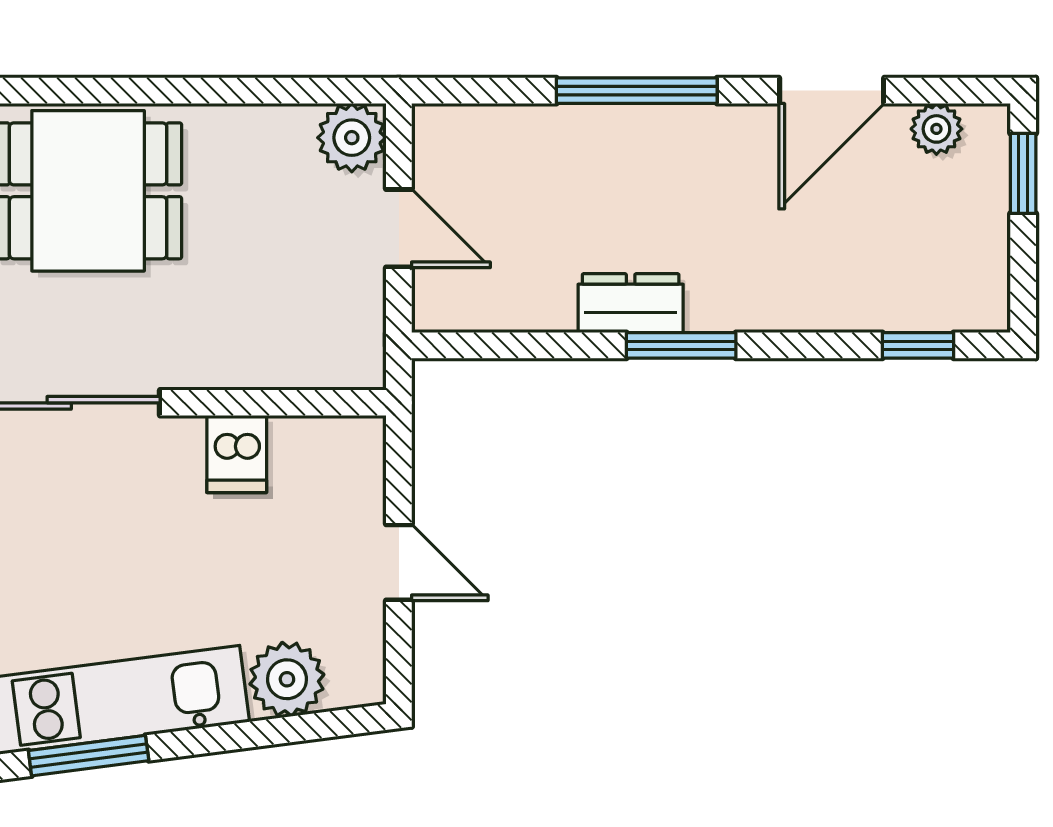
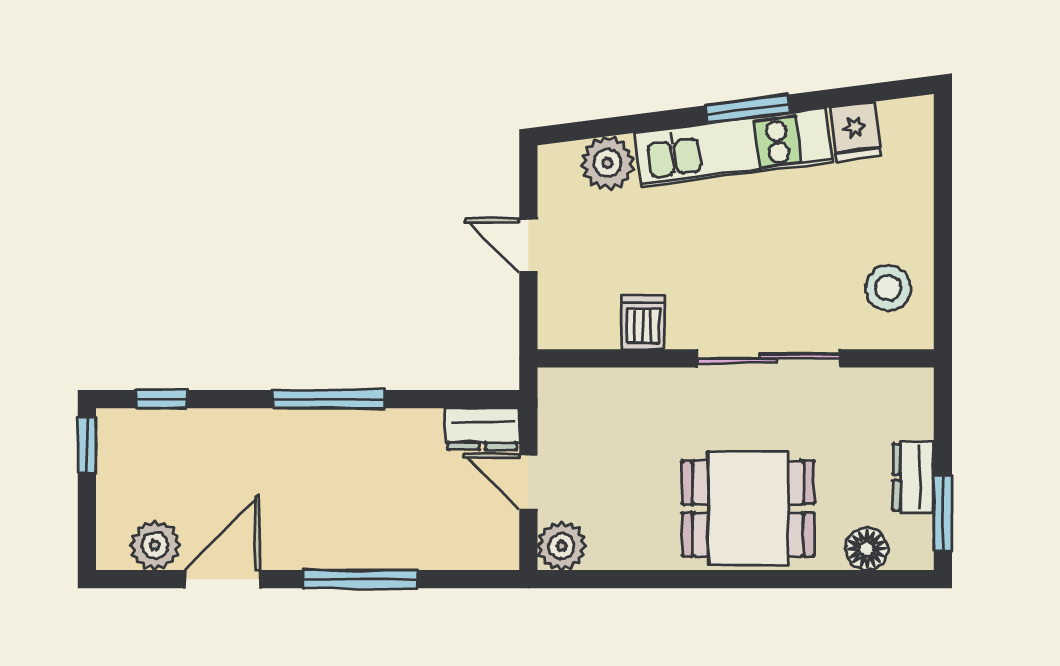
plant: (936, 129) -> (155, 545), width x1.38, depth x1.38
window: (1023, 173) -> (87, 445), moved
dresser: (631, 303) -> (482, 429), moved
window: (681, 345) -> (329, 399), width x1.44

